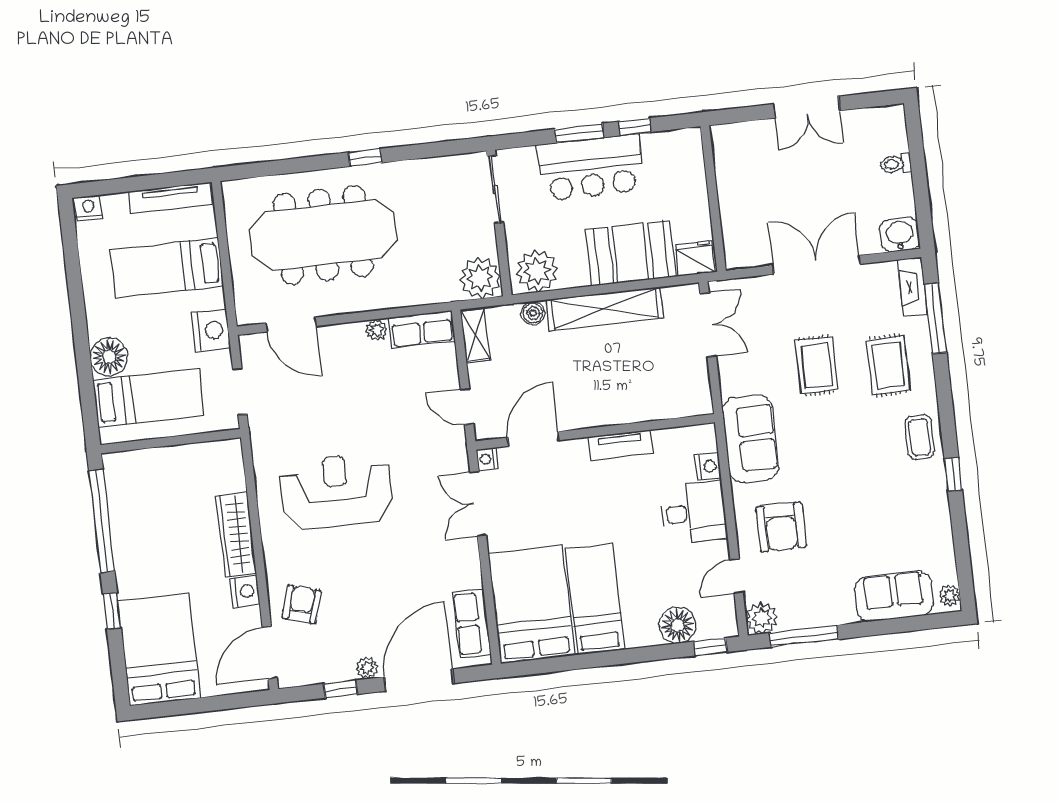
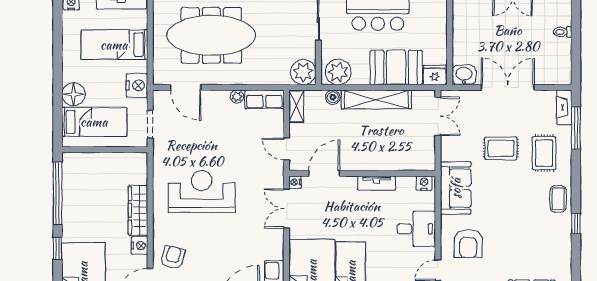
washbasin: (900, 235) -> (464, 75), moved
rug: (817, 365) -> (501, 148), turned 90
nightstand: (708, 466) -> (424, 183), moved, turned -90

